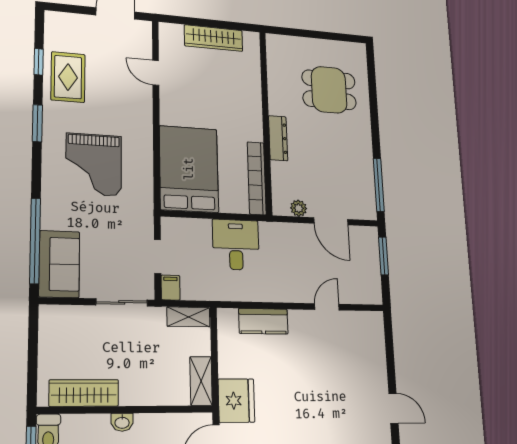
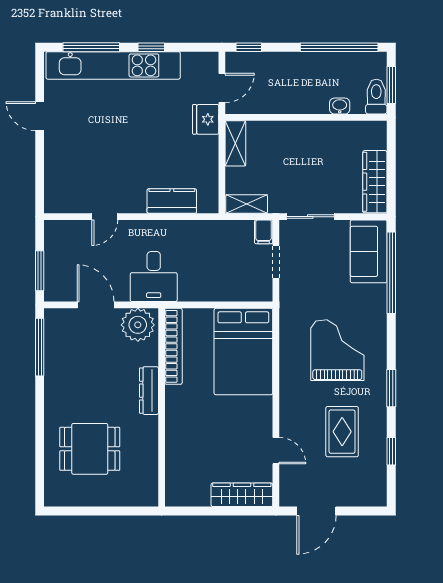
wardrobe: (214, 38) -> (242, 495), moved
rug: (68, 77) -> (342, 432), moved
plant: (299, 208) -> (138, 325), width x1.88, depth x1.88
desk: (236, 245) -> (154, 277), moved
wardrobe: (84, 393) -> (375, 182), moved, turned 90
fridge: (236, 401) -> (206, 119), width x0.73, depth x0.75
washbasin: (122, 422) -> (340, 106), moved

